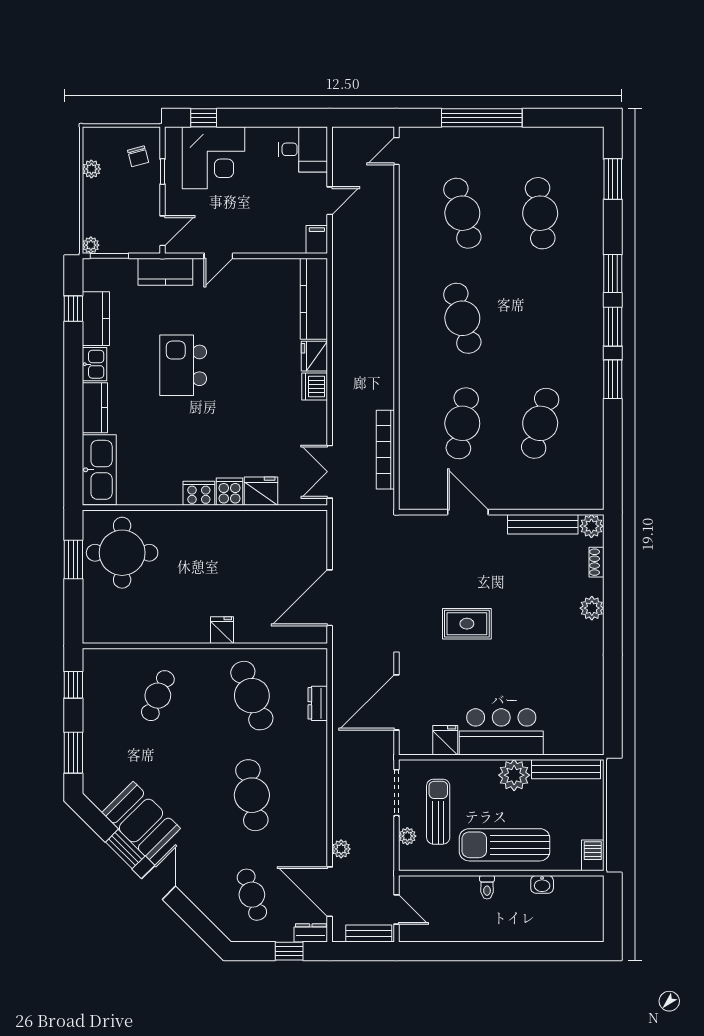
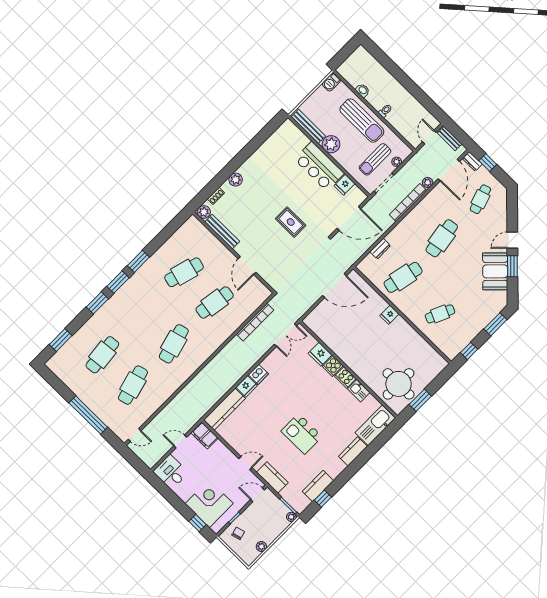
filing cabinet: (317, 239) -> (204, 435), width x2.00
kitchen sink: (94, 364) -> (359, 391), moved, turned -90
kitchen island: (183, 365) -> (302, 434), turned 90
cafe table: (252, 696) -> (403, 277), turned 33
bookcase: (341, 798) -> (408, 202), added

